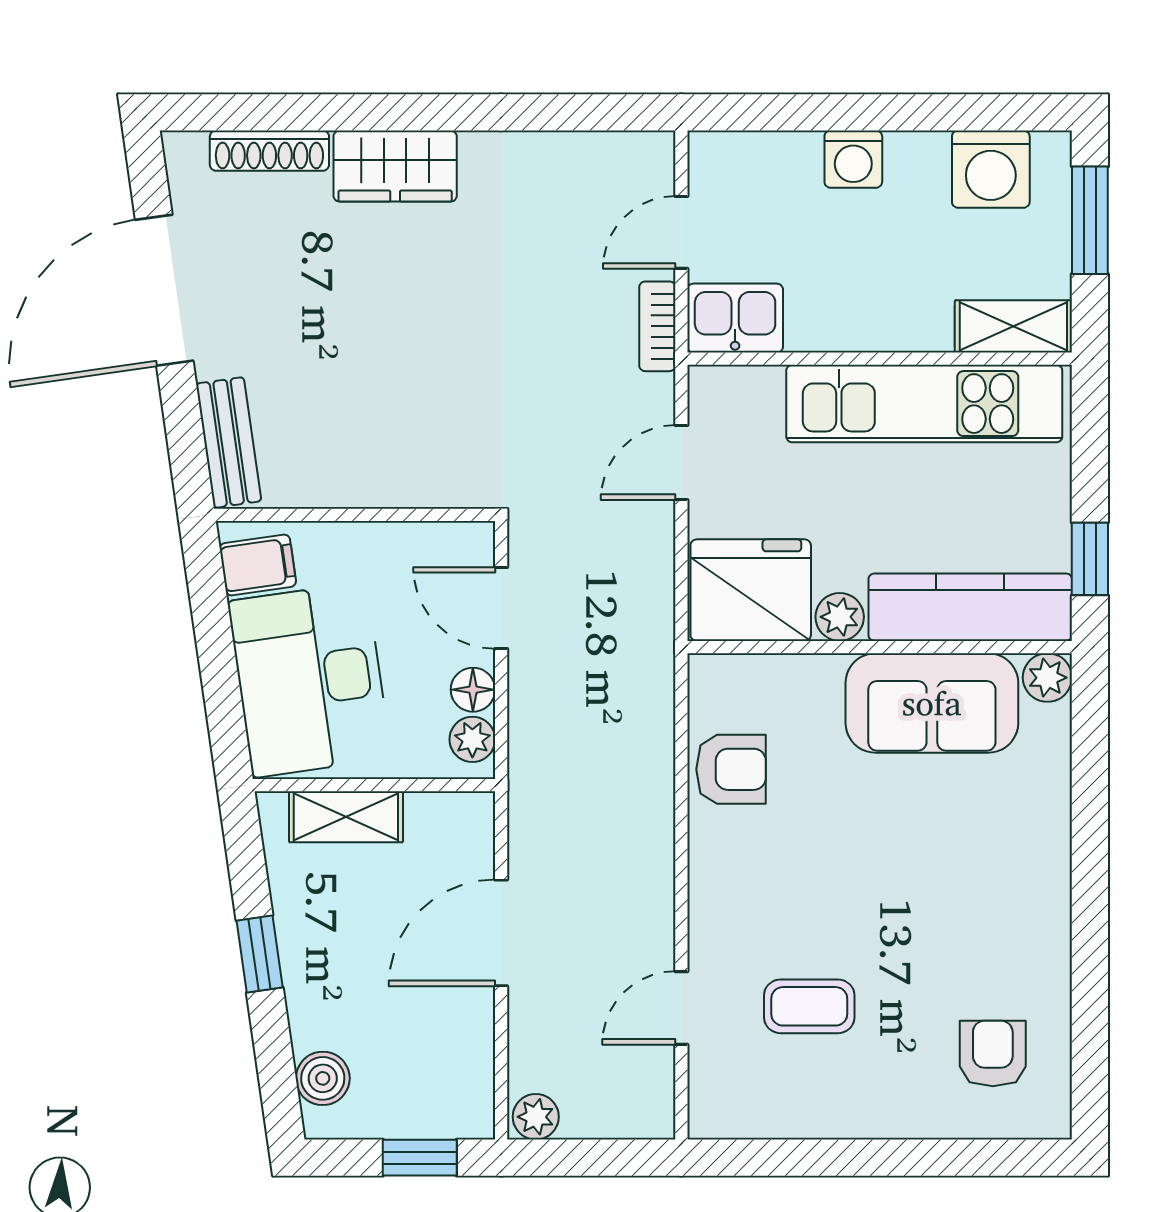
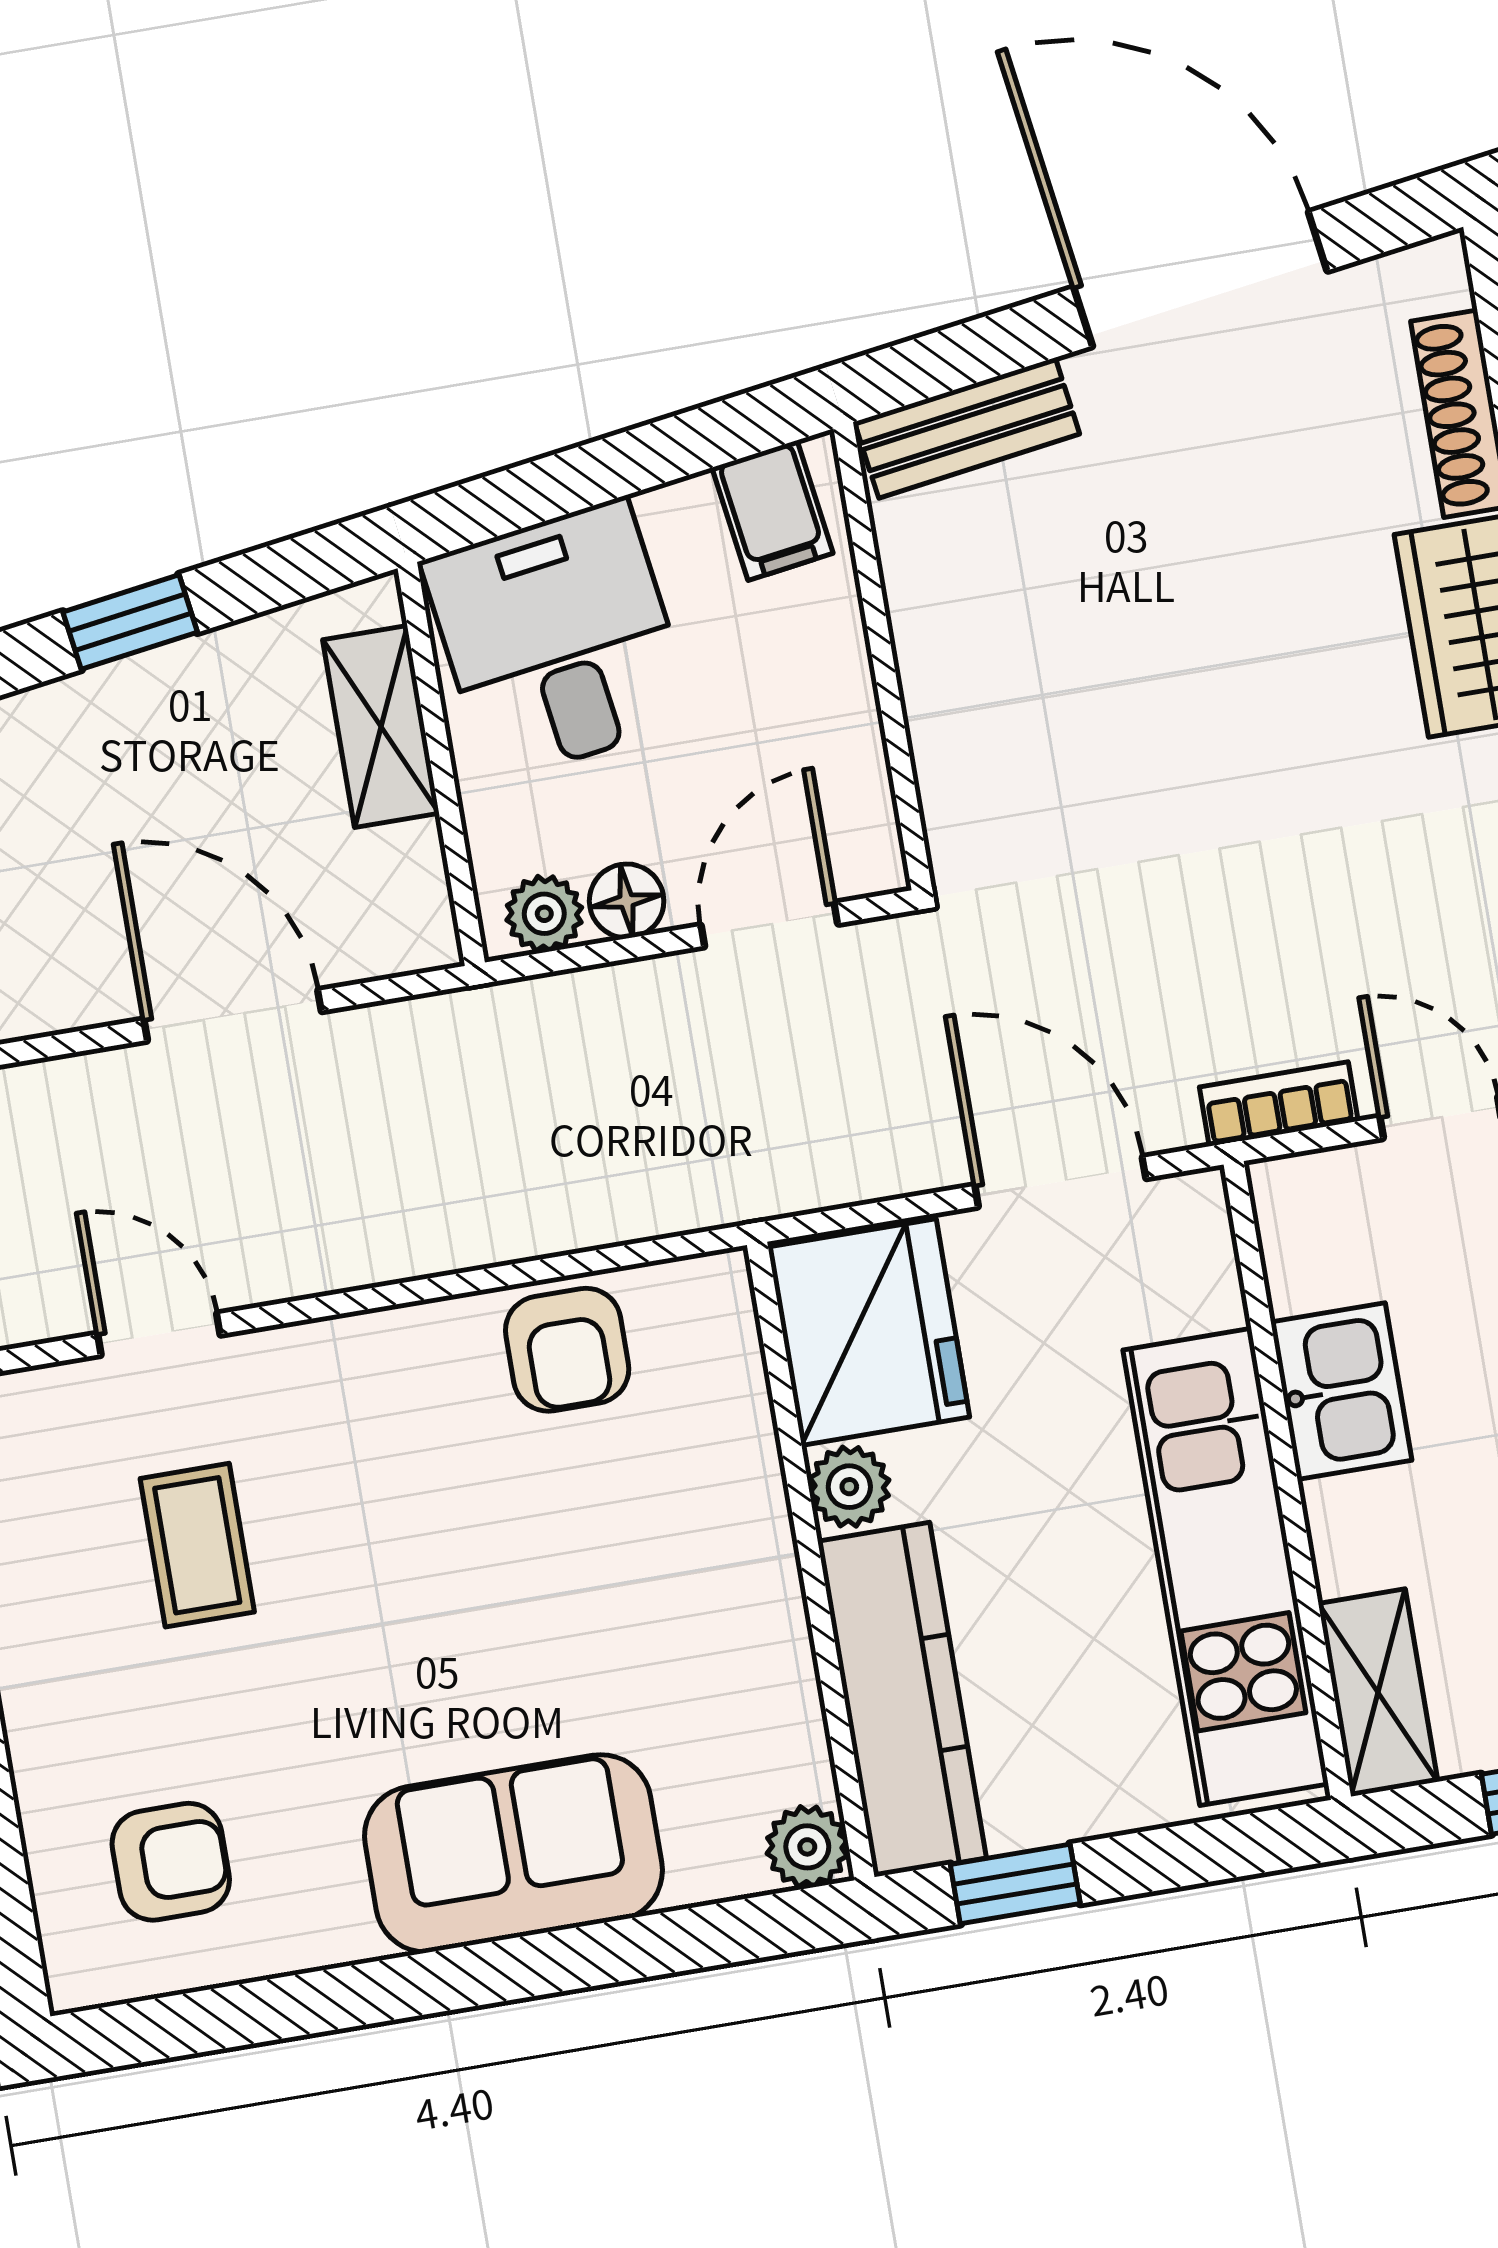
kitchen sink: (735, 318) -> (1341, 1391), moved
door: (681, 463) -> (1060, 1182), width x1.38
desk: (310, 680) -> (558, 640), width x0.73
sofa: (932, 703) -> (513, 1853), moved, turned 90

